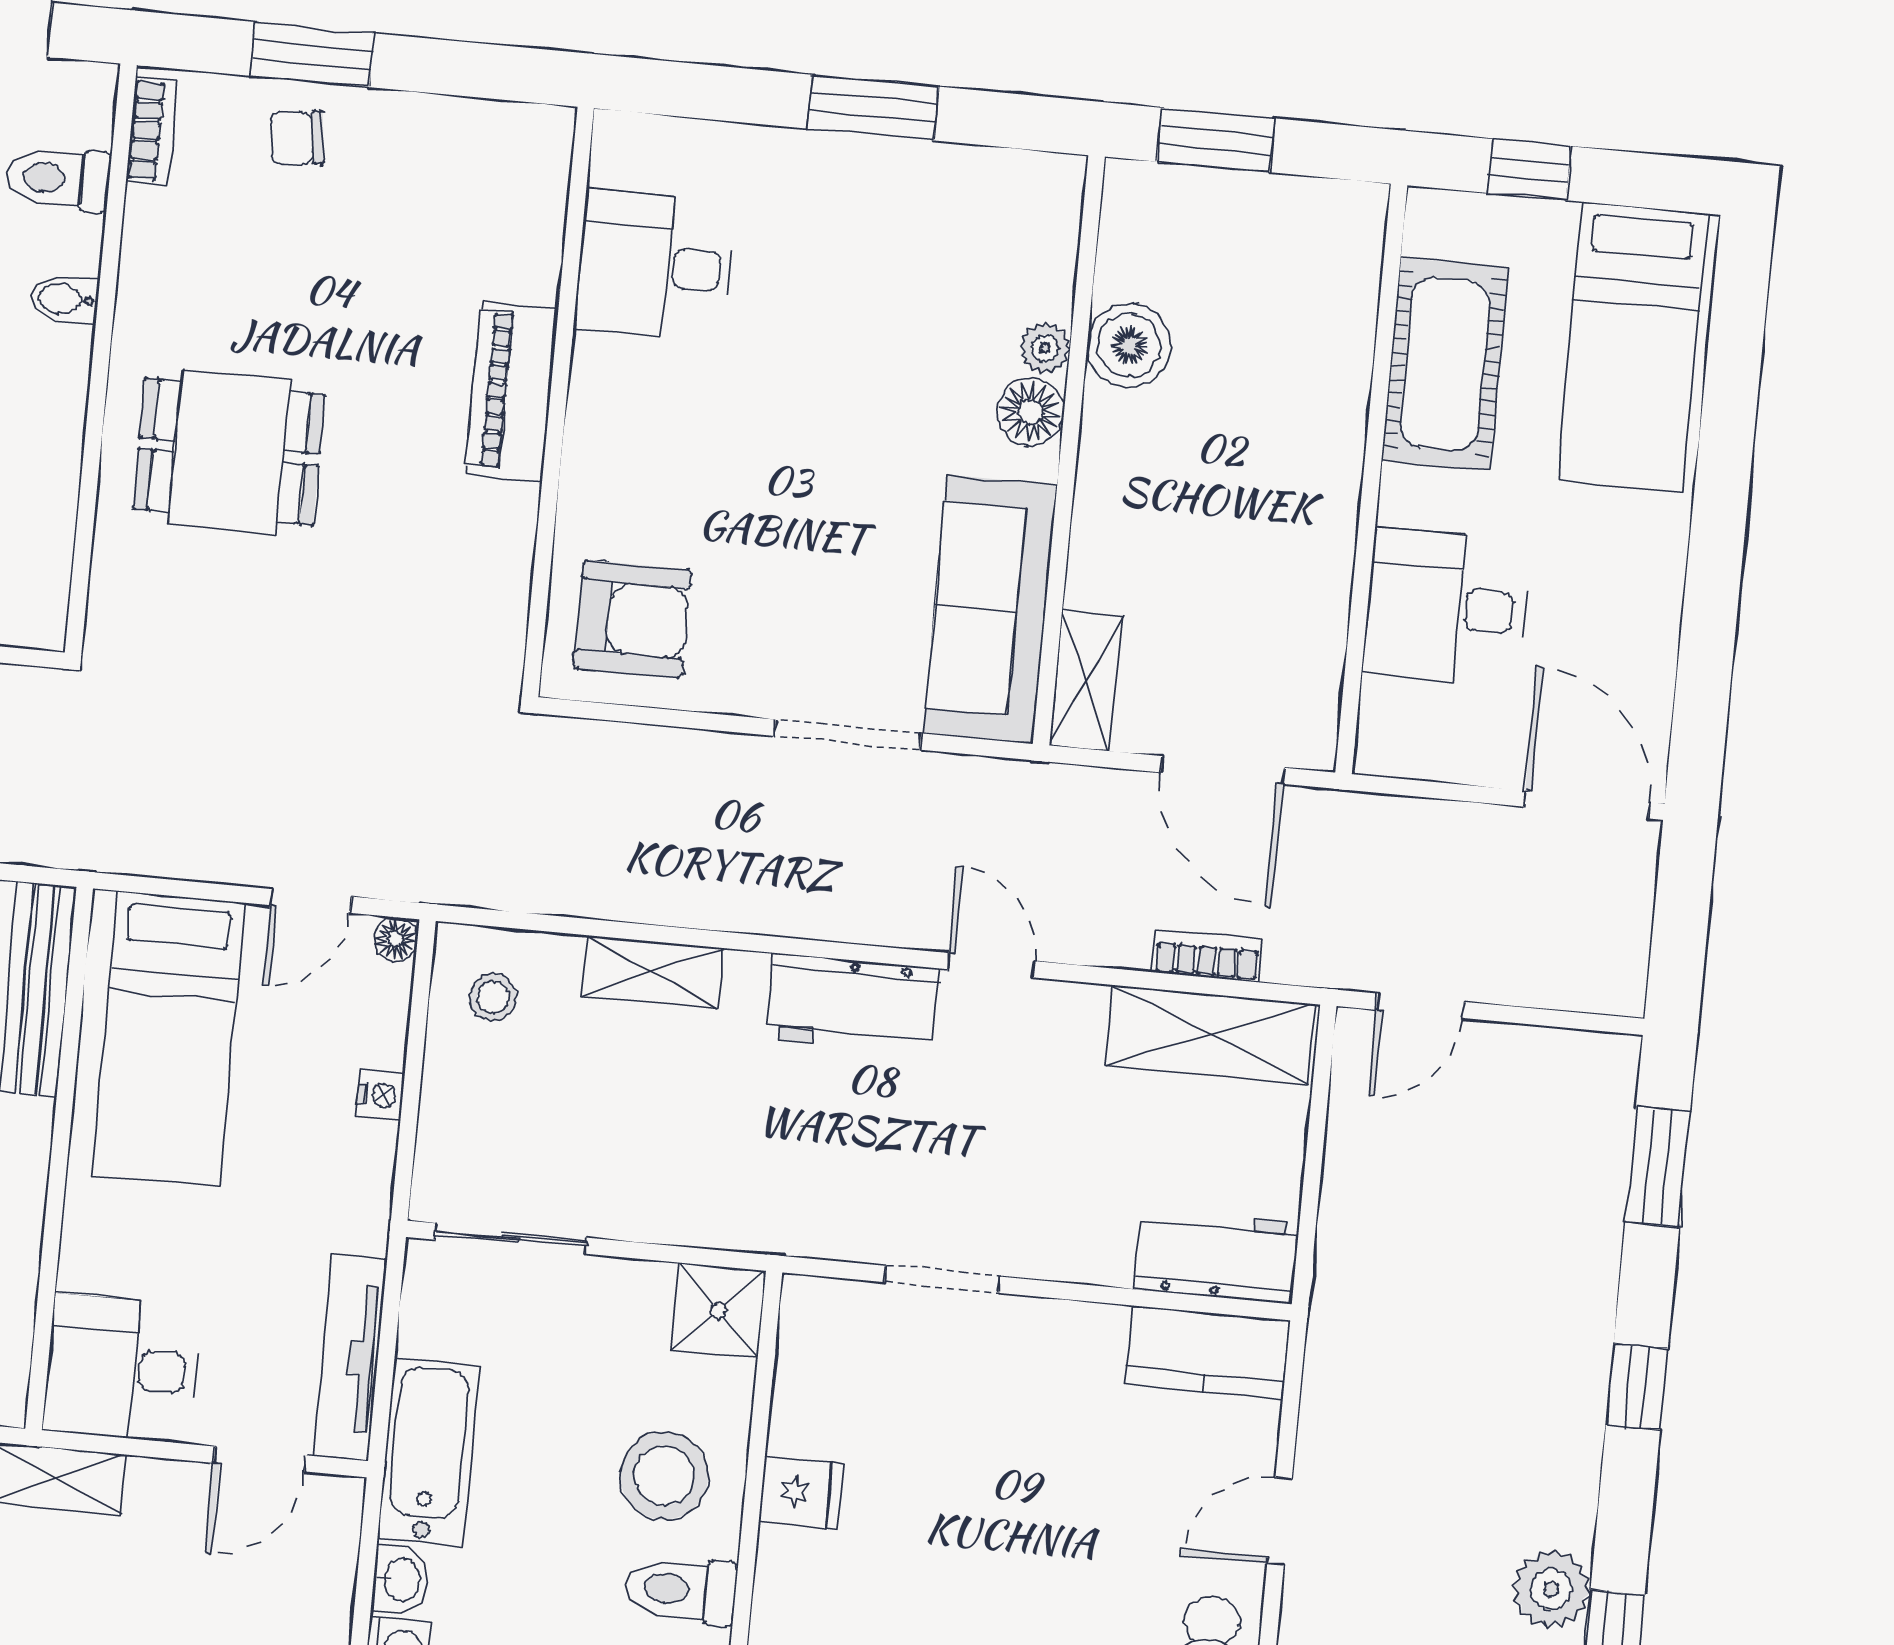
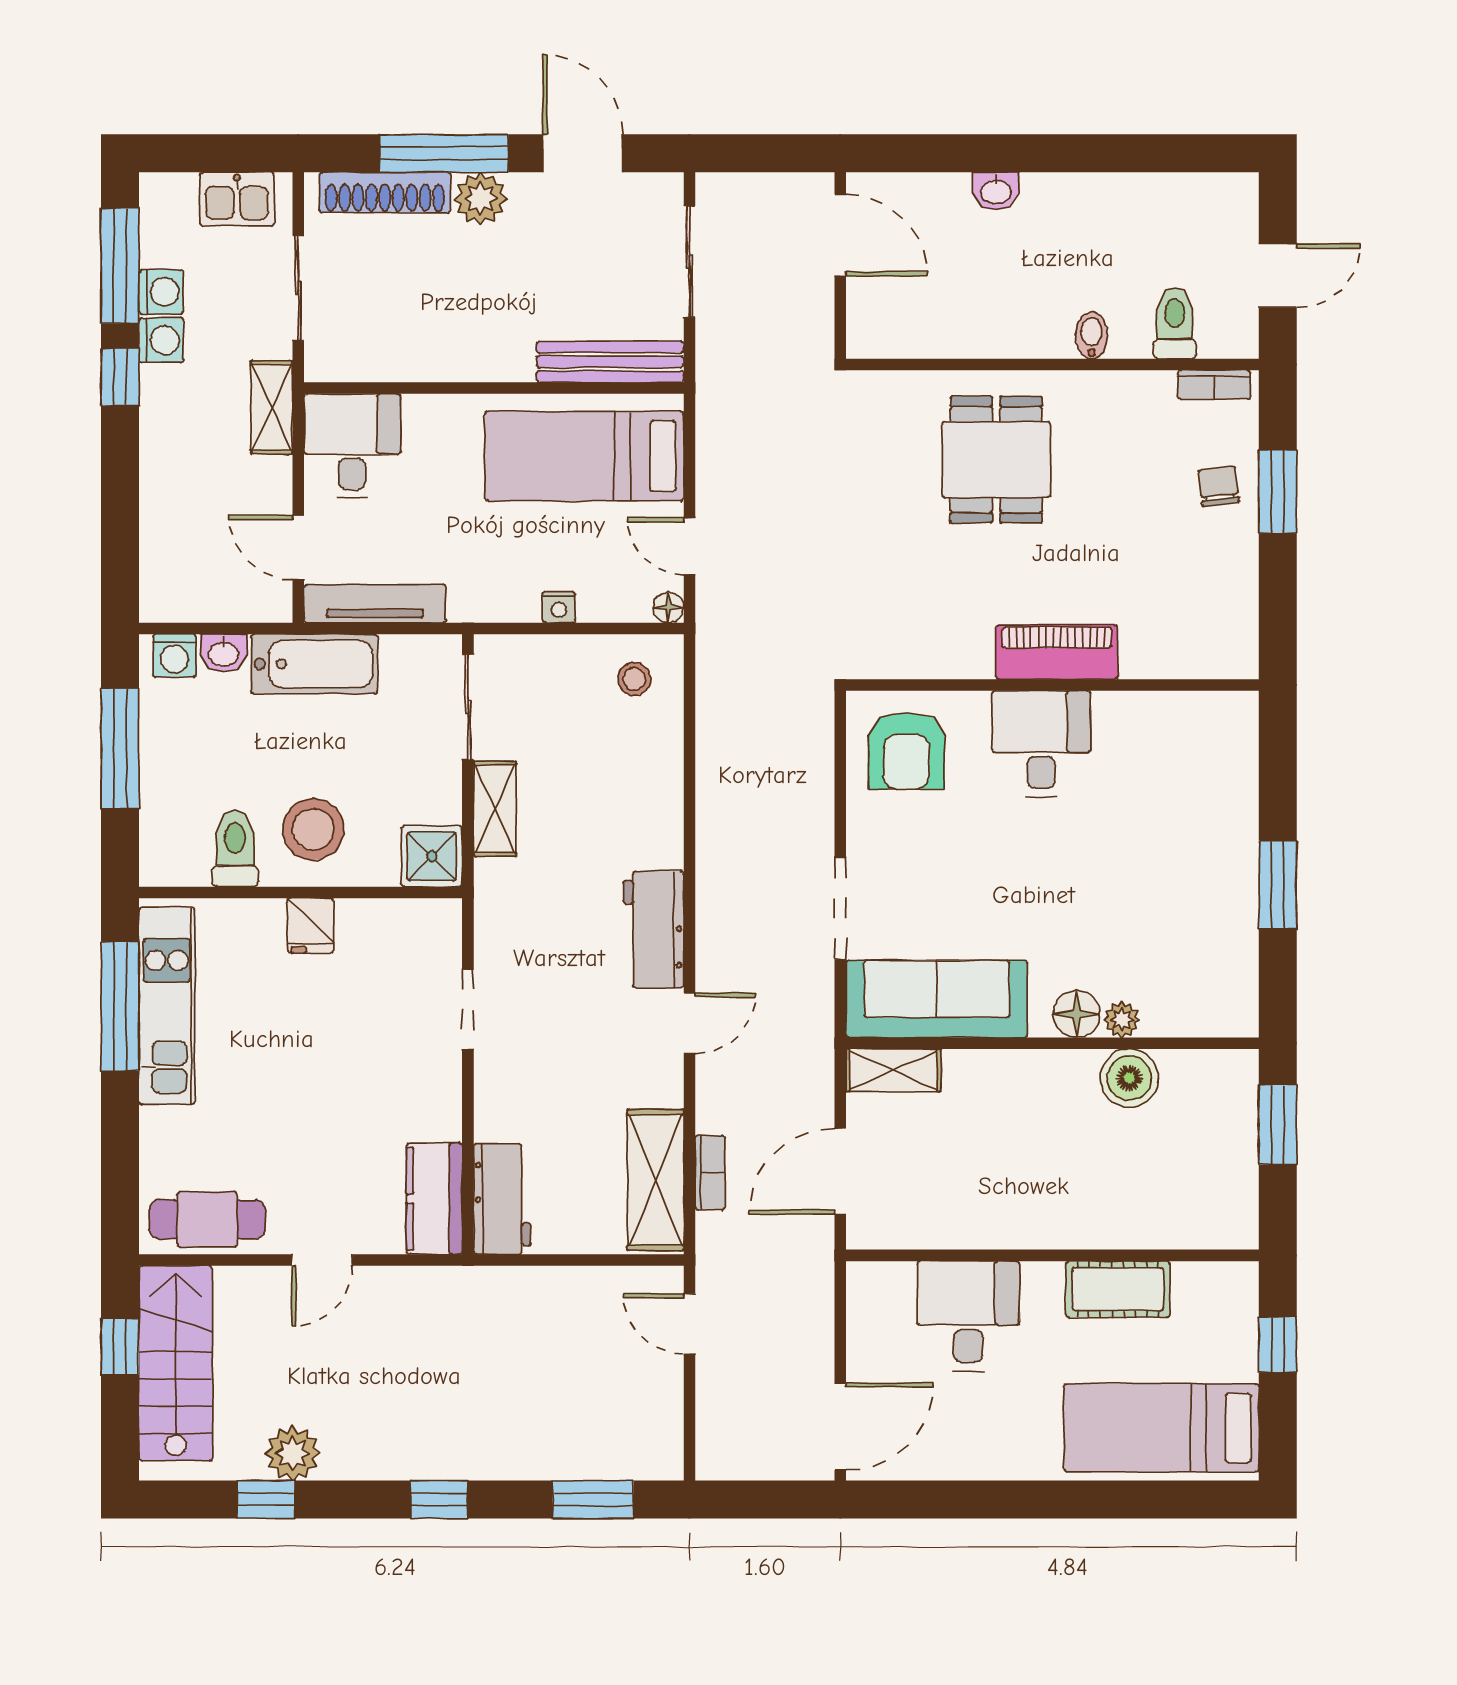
desk: (655, 266) -> (1041, 744), moved
cot: (1445, 364) -> (1118, 1289), width x0.73, depth x0.75
shelving: (653, 972) -> (495, 809), moved
door: (1280, 1521) -> (322, 1260), swing flipped

